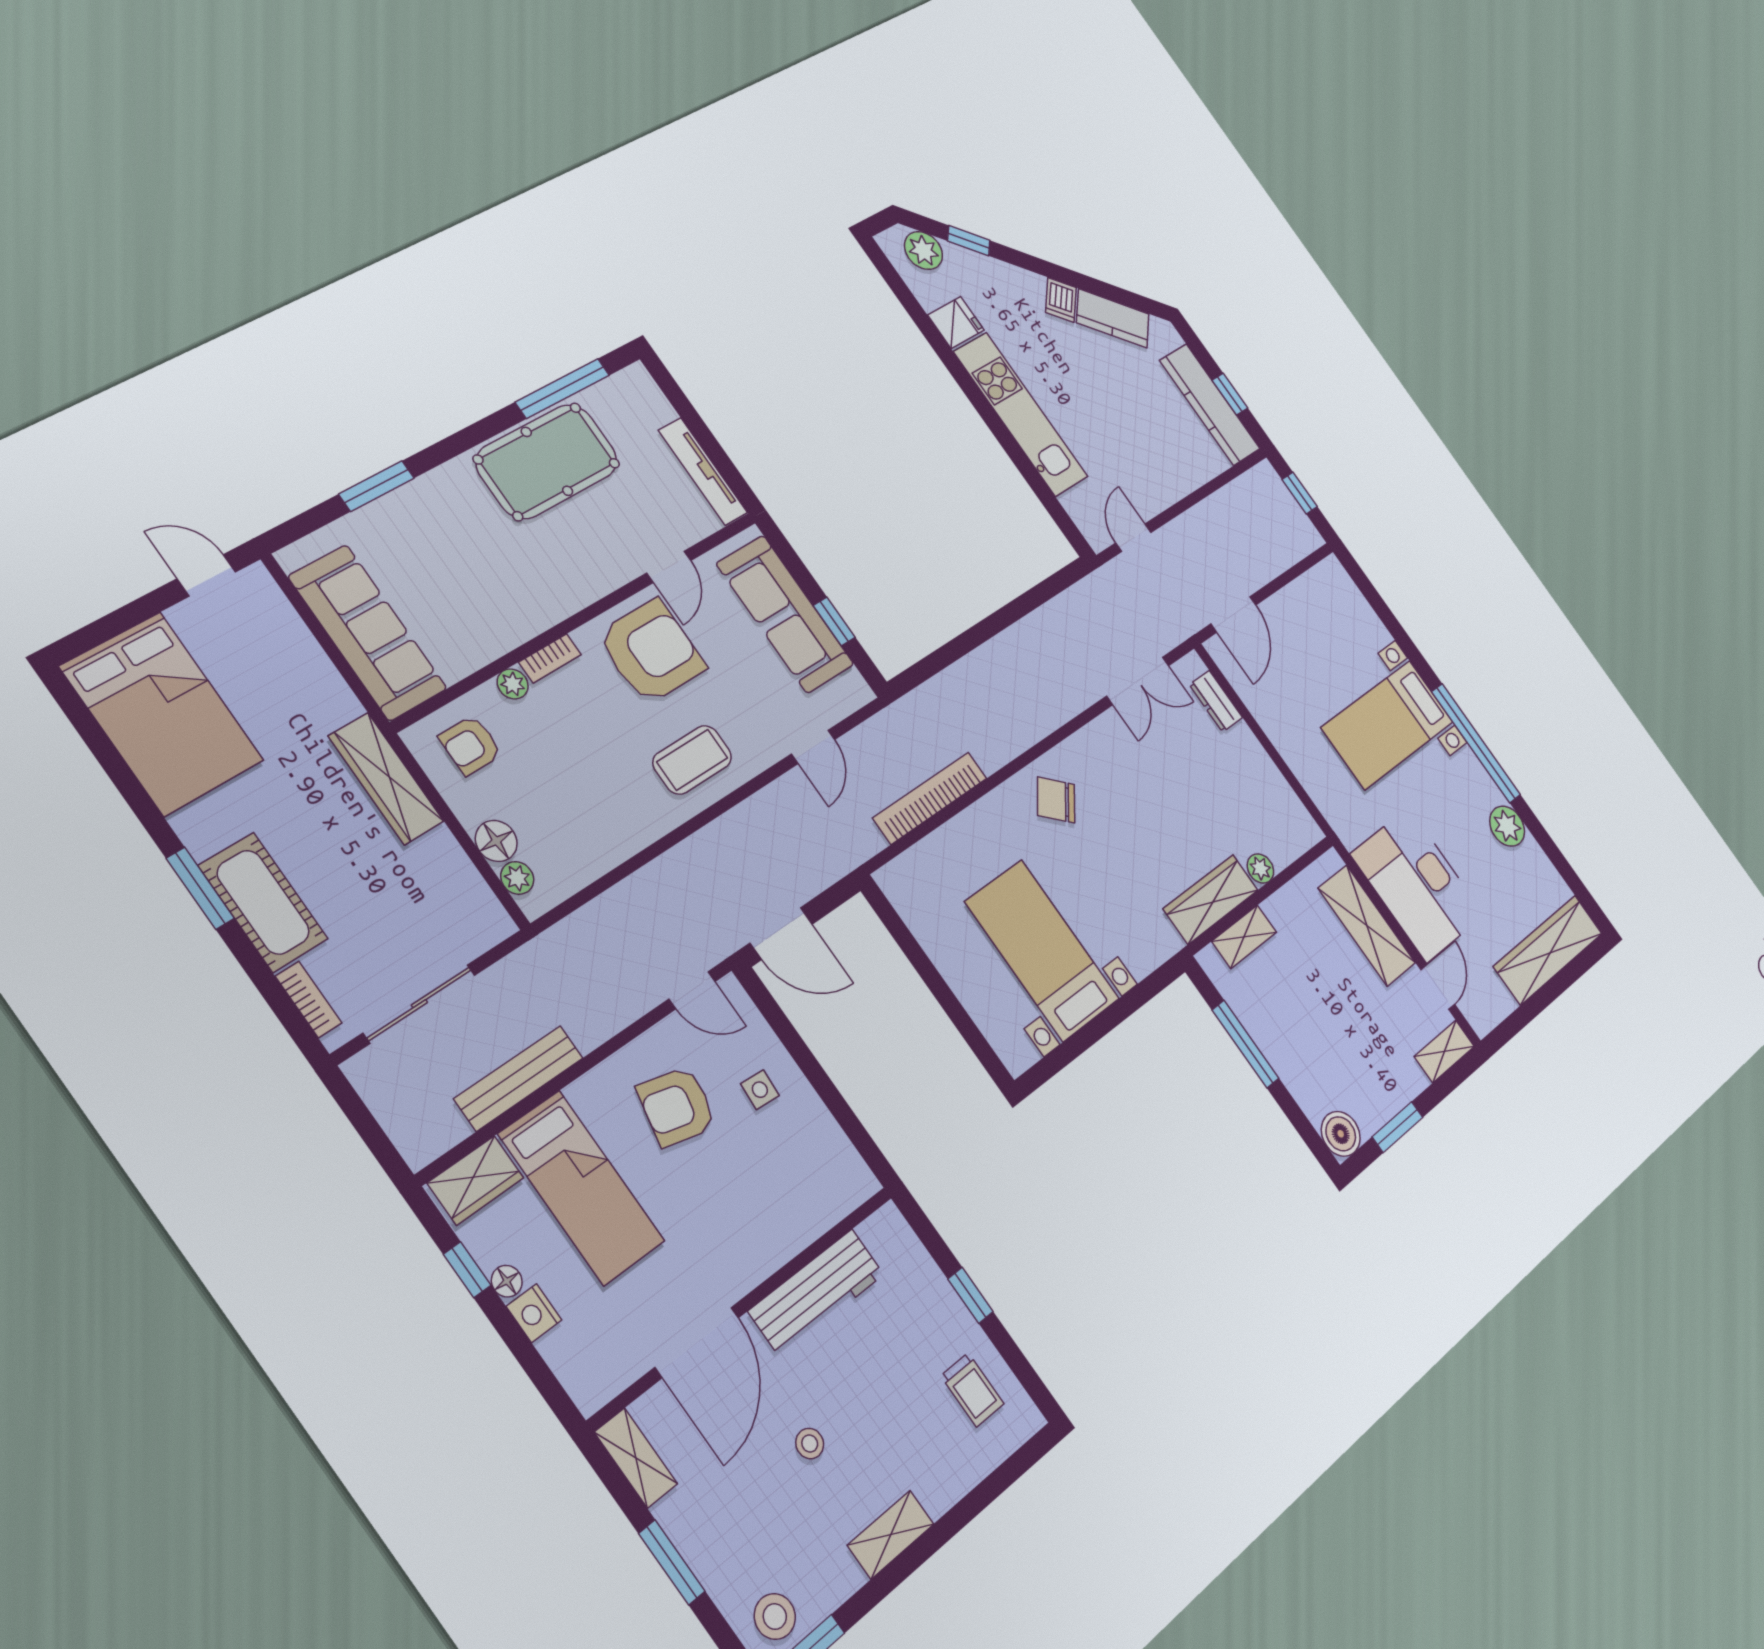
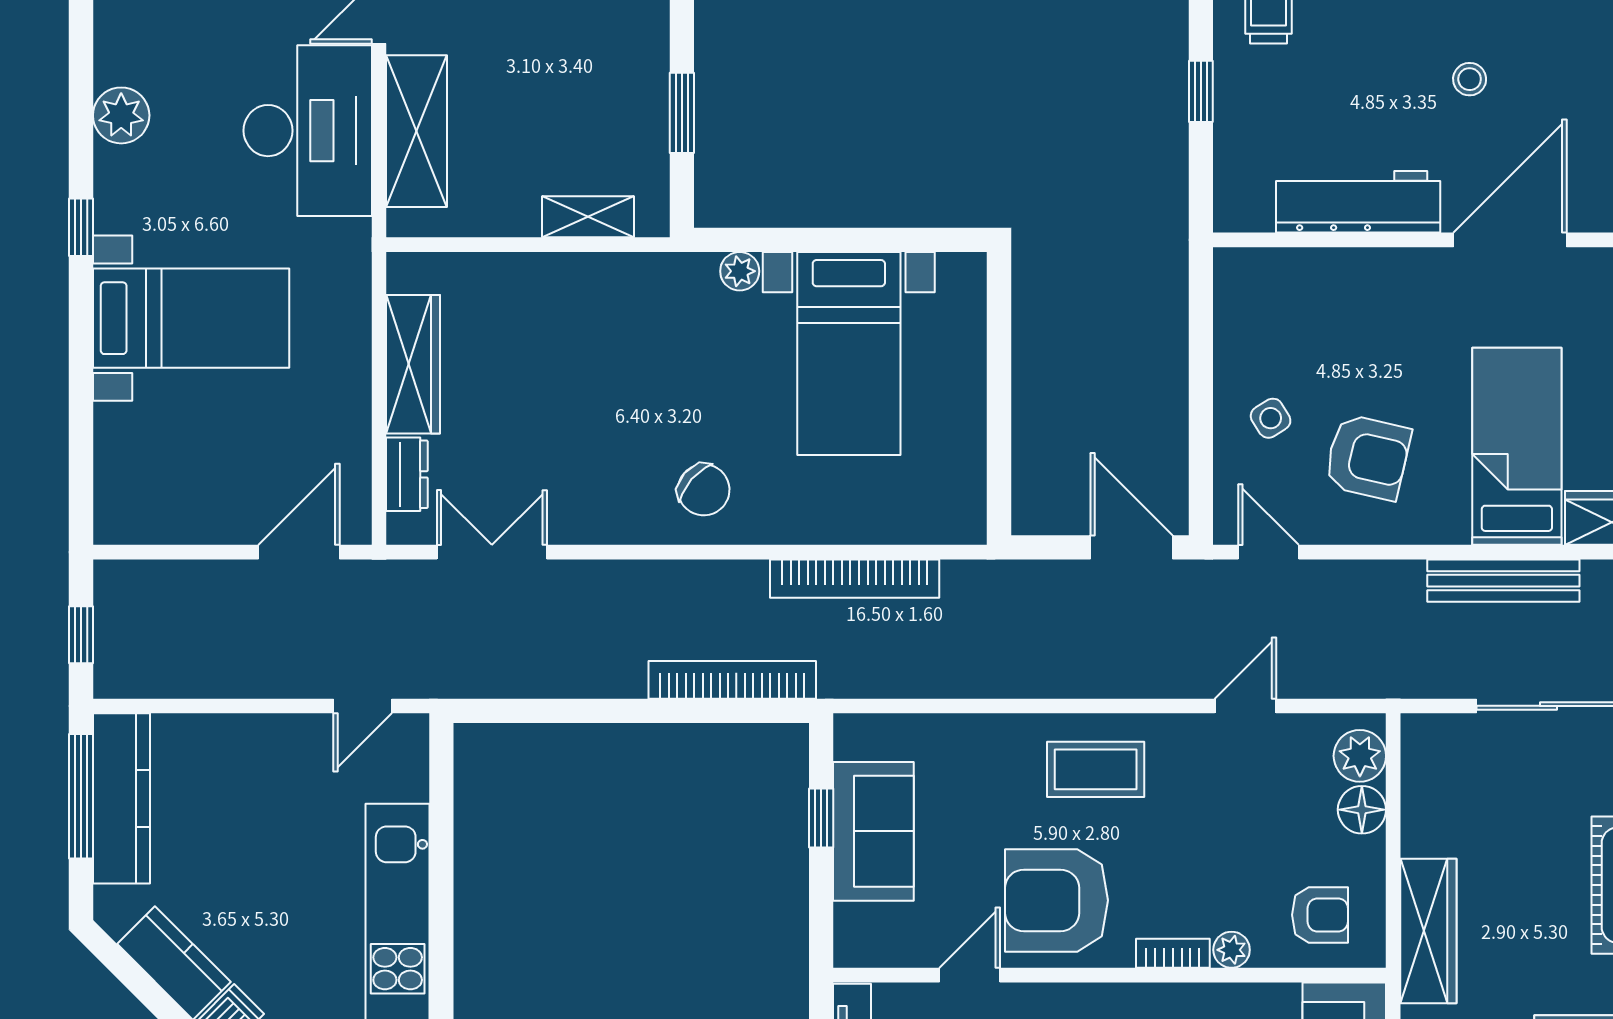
window: (1230, 394) -> (81, 796), width x2.17
sofa: (785, 614) -> (873, 831), width x0.73
bookcase: (951, 683) -> (732, 680), added
window: (1476, 743) -> (81, 227), width x0.32
door: (813, 747) -> (1245, 706), moved
plant: (1260, 868) -> (740, 271), moved
plant: (517, 878) -> (1360, 756), width x1.38, depth x1.38
wardrobe: (1211, 899) -> (413, 364), moved, turned -90
window: (1245, 1044) -> (682, 113), width x0.69
side table: (760, 1090) -> (1271, 418), turned -36

